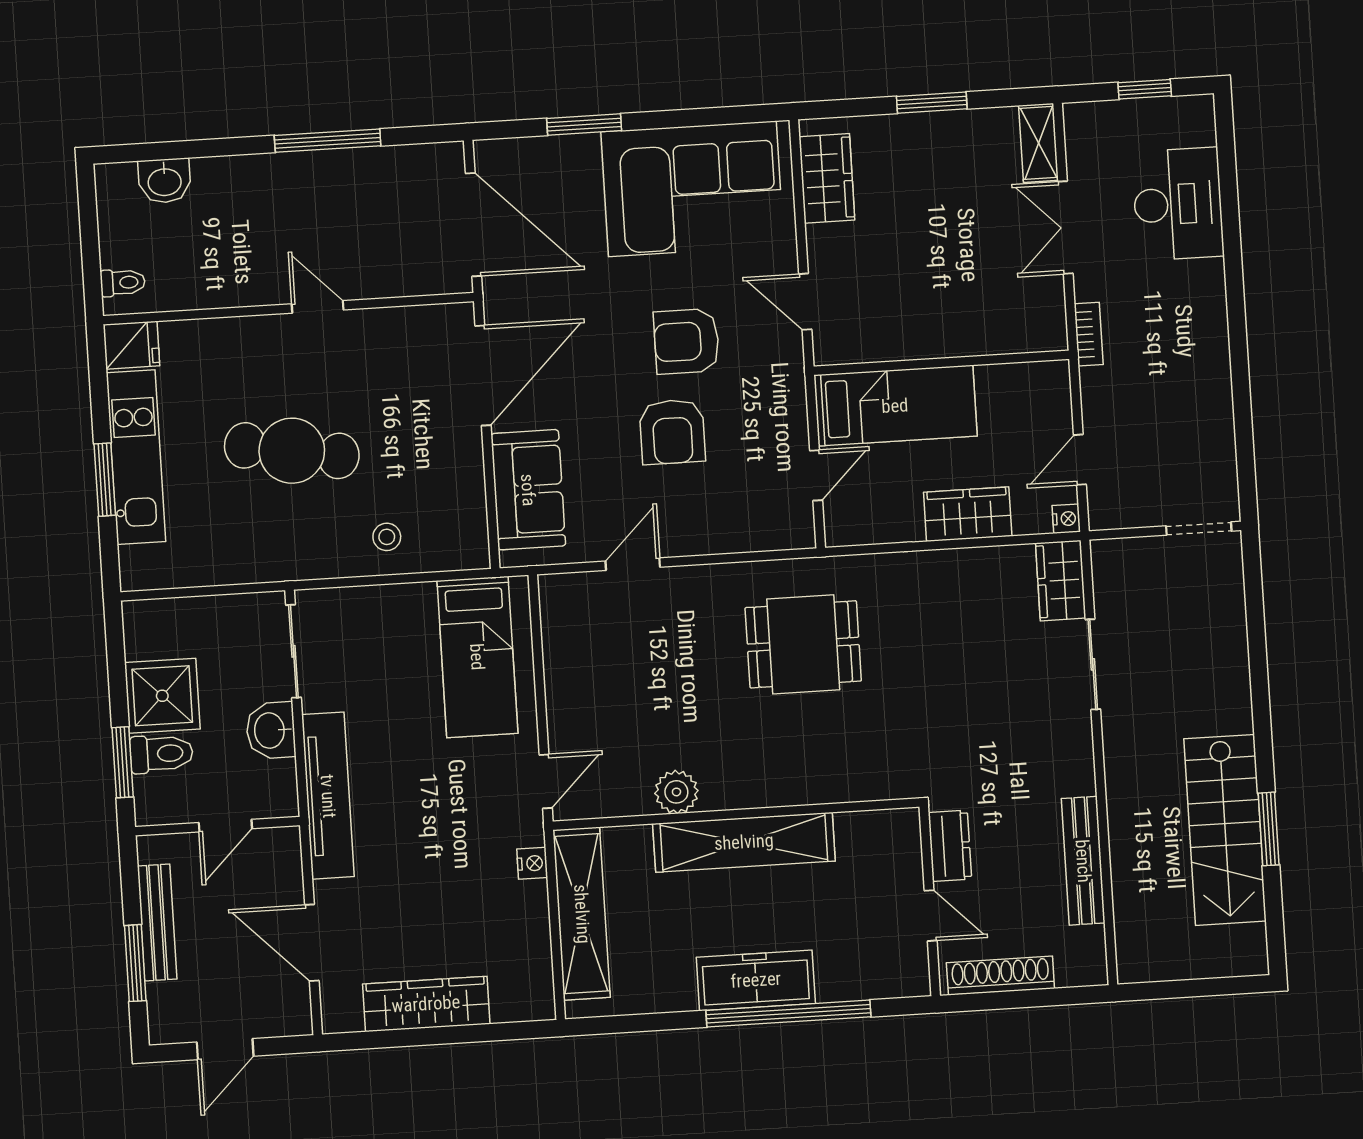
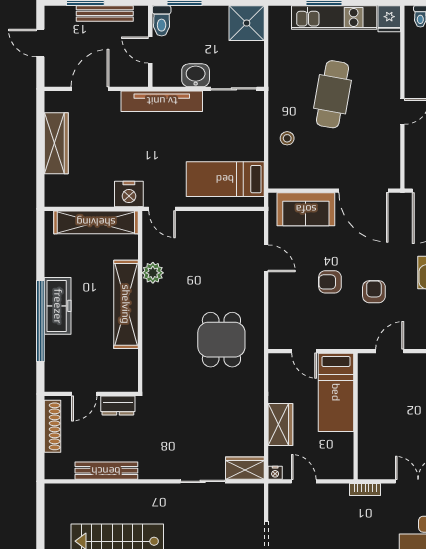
armchair: (687, 341) -> (374, 292), width x0.72, depth x0.72
armchair: (672, 432) -> (330, 282), width x0.72, depth x0.72
shower: (162, 696) -> (247, 23), moved
toilet: (161, 754) -> (162, 21), moved
nightstand: (532, 863) -> (129, 194), width x1.89, depth x1.79

